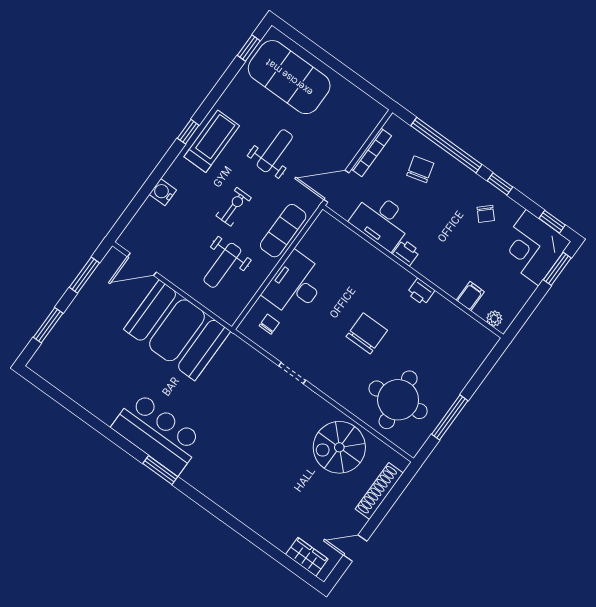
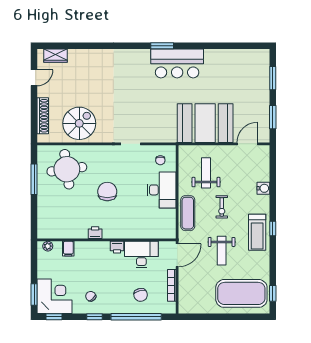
chair: (367, 333) -> (107, 192), turned 180

